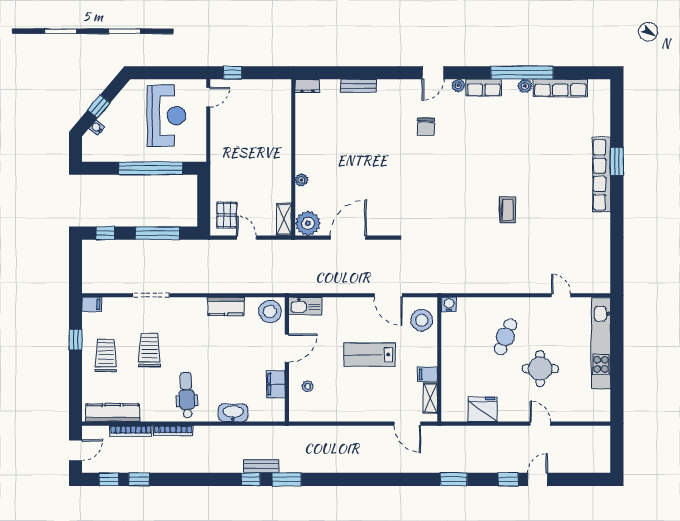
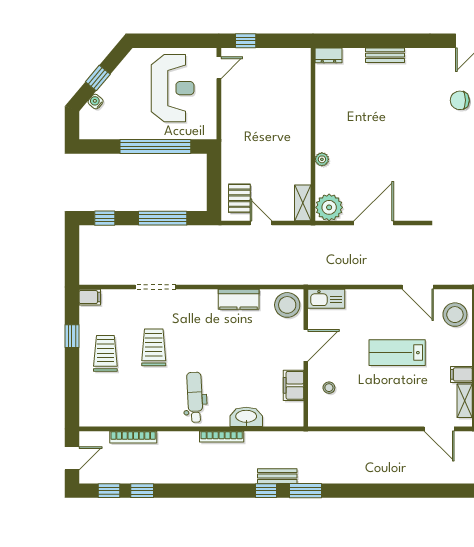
chair: (426, 127) -> (460, 100), turned 90
kitchen counter: (113, 413) -> (113, 417), removed
bookcase: (173, 431) -> (222, 437), moved

